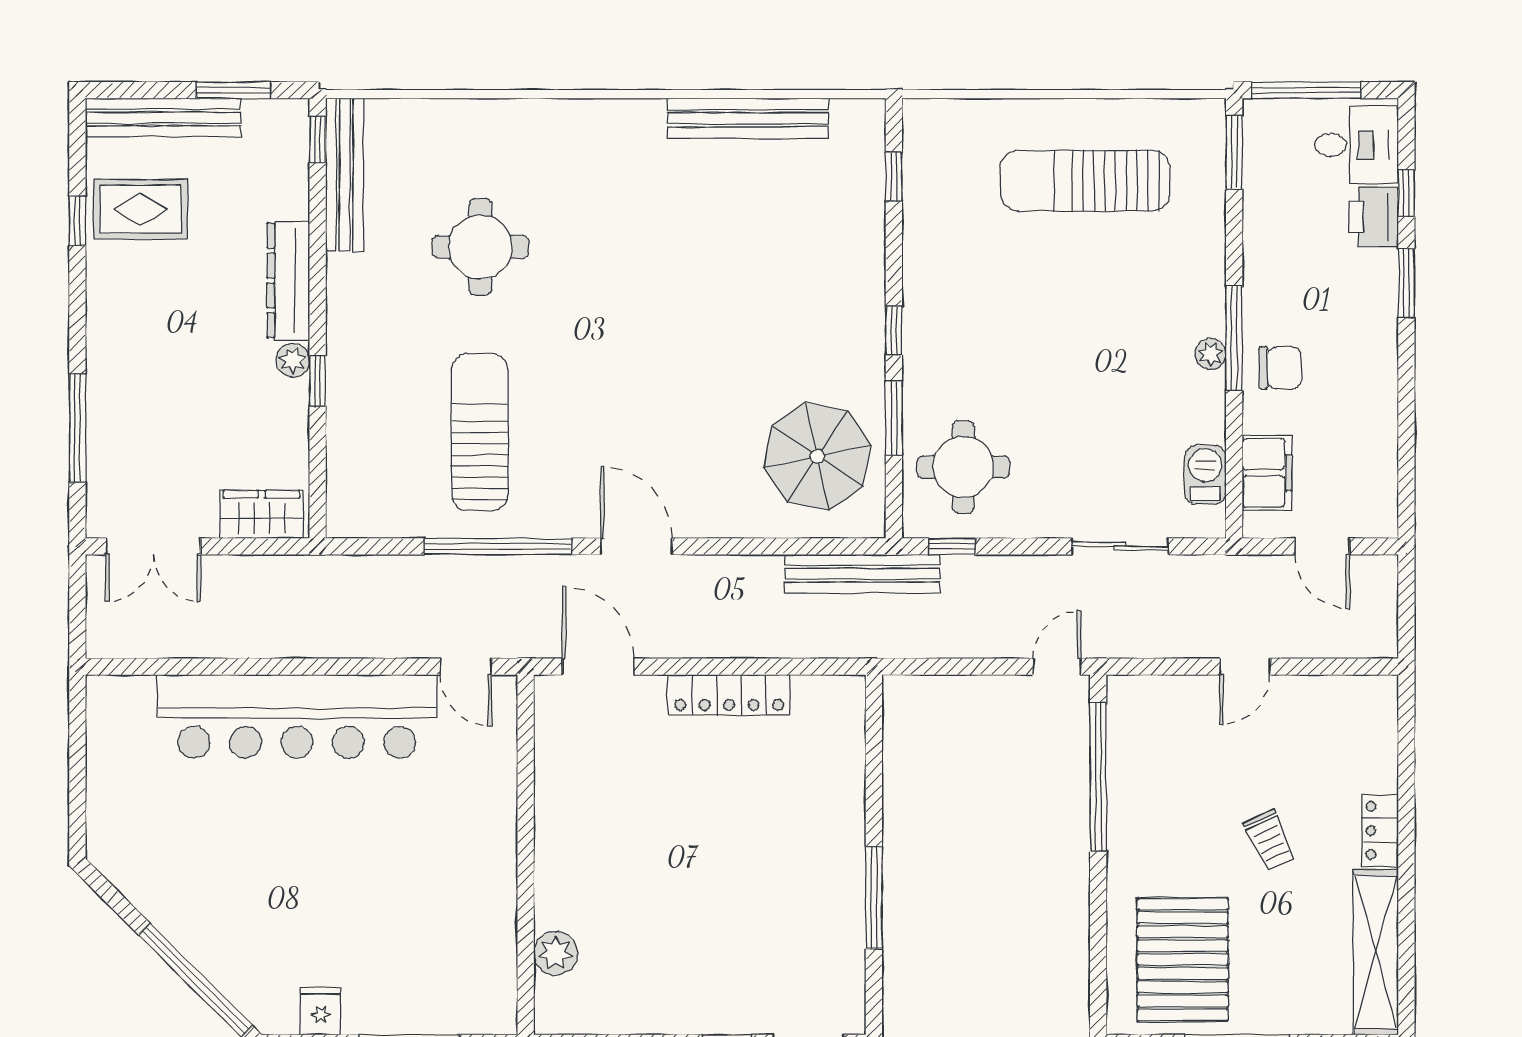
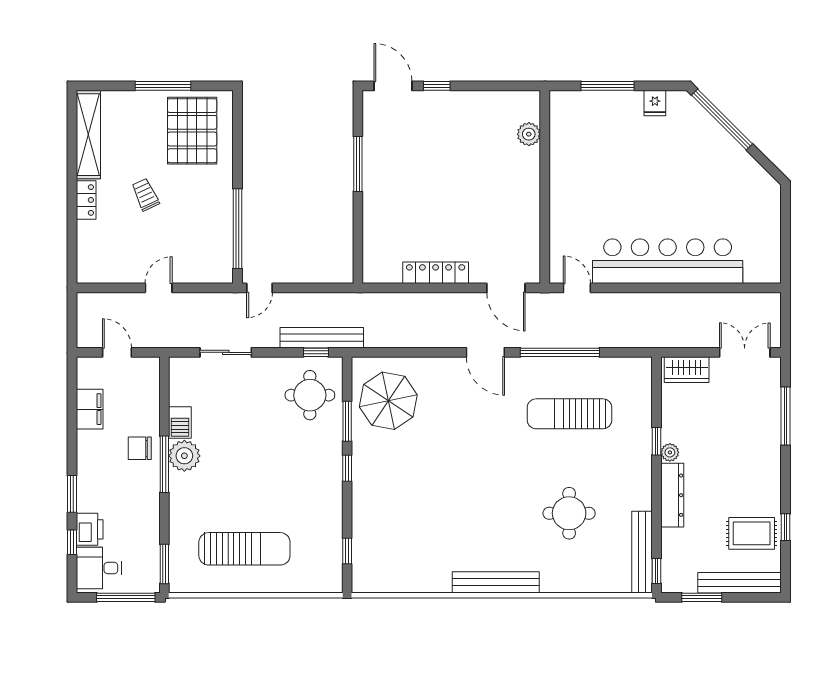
bench: (748, 118) -> (496, 582), moved
plant: (1211, 354) -> (184, 456), width x1.88, depth x1.88
sun lounger: (480, 432) -> (569, 414), turned 90
filing cabinet: (1267, 473) -> (90, 409), moved, turned 180
barbecue: (1205, 475) -> (180, 423), moved
bench: (862, 574) -> (322, 338), moved

